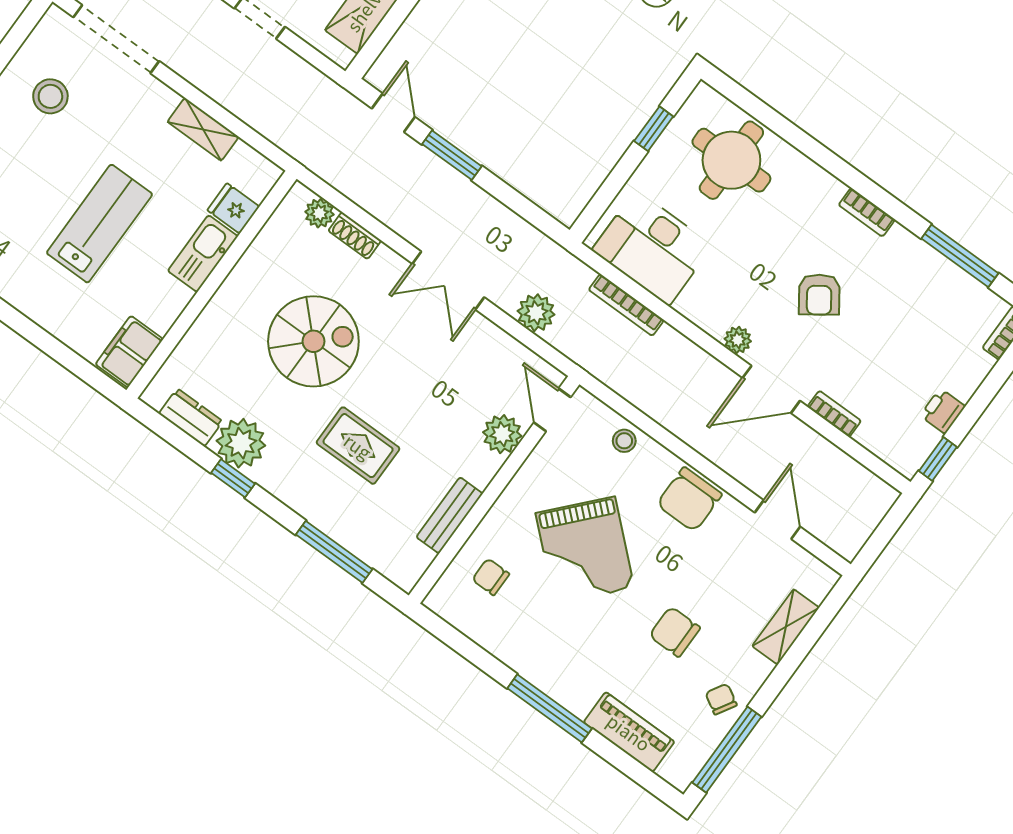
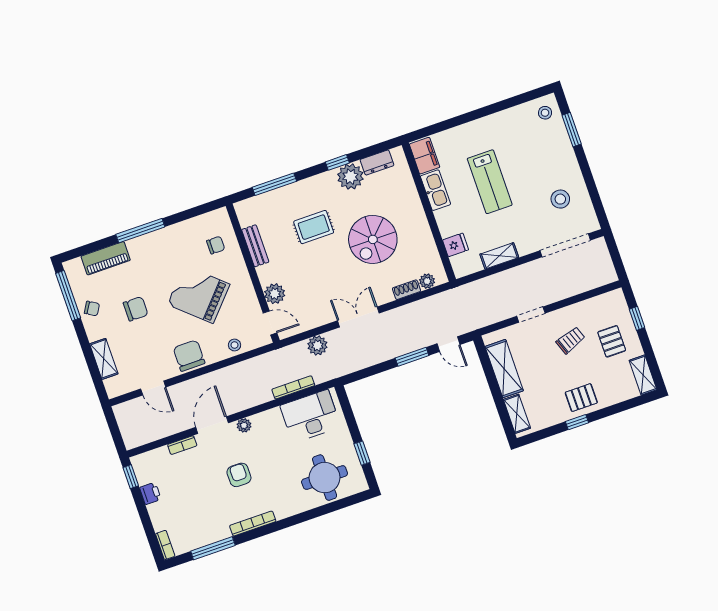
bookcase: (867, 212) -> (253, 524), width x1.56
kitchen sink: (203, 254) -> (435, 190), moved
armchair: (819, 295) -> (239, 475), turned 35

